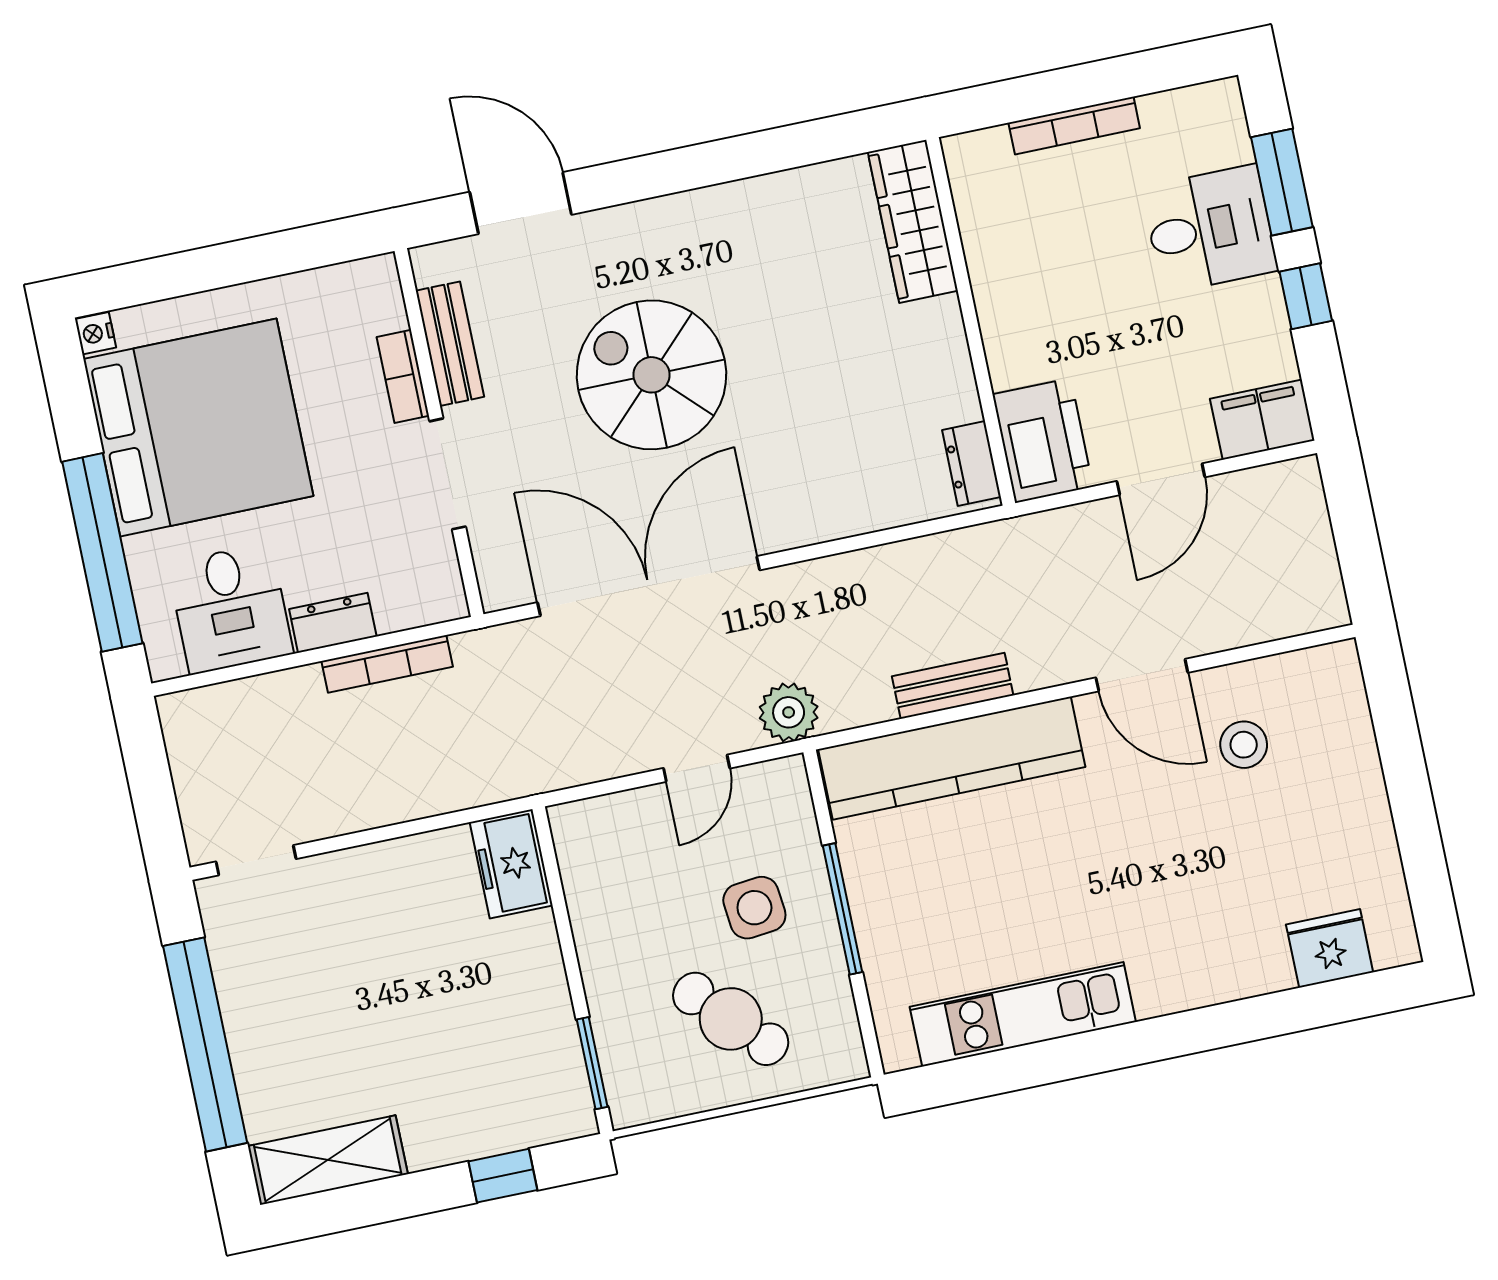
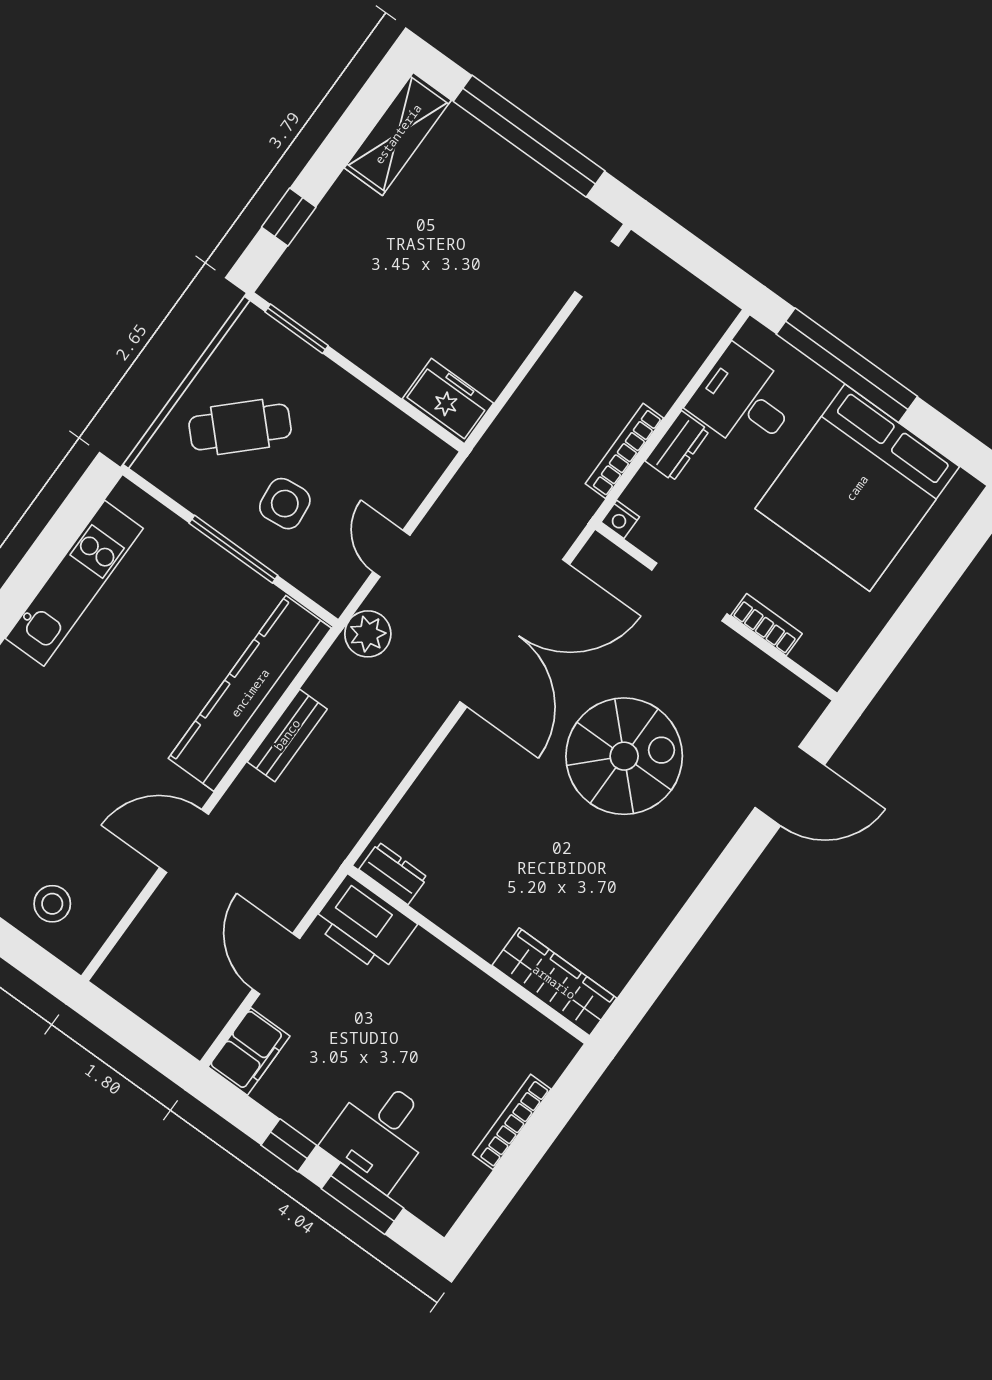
nightstand: (96, 333) -> (620, 519), moved, turned 180
bench: (450, 344) -> (756, 668), removed
stool: (1244, 745) -> (52, 904), moved

